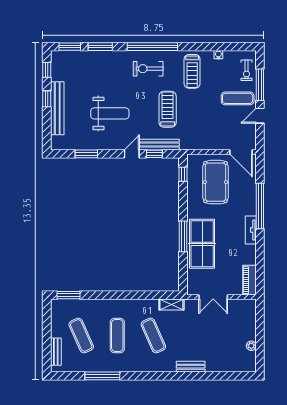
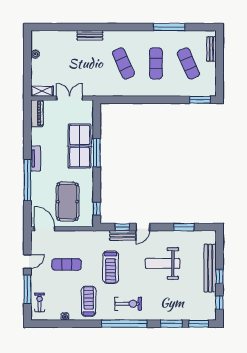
exercise mat: (238, 98) -> (67, 264), moved
bench: (159, 145) -> (123, 235), width x0.73
shelving: (171, 304) -> (42, 91), moved

